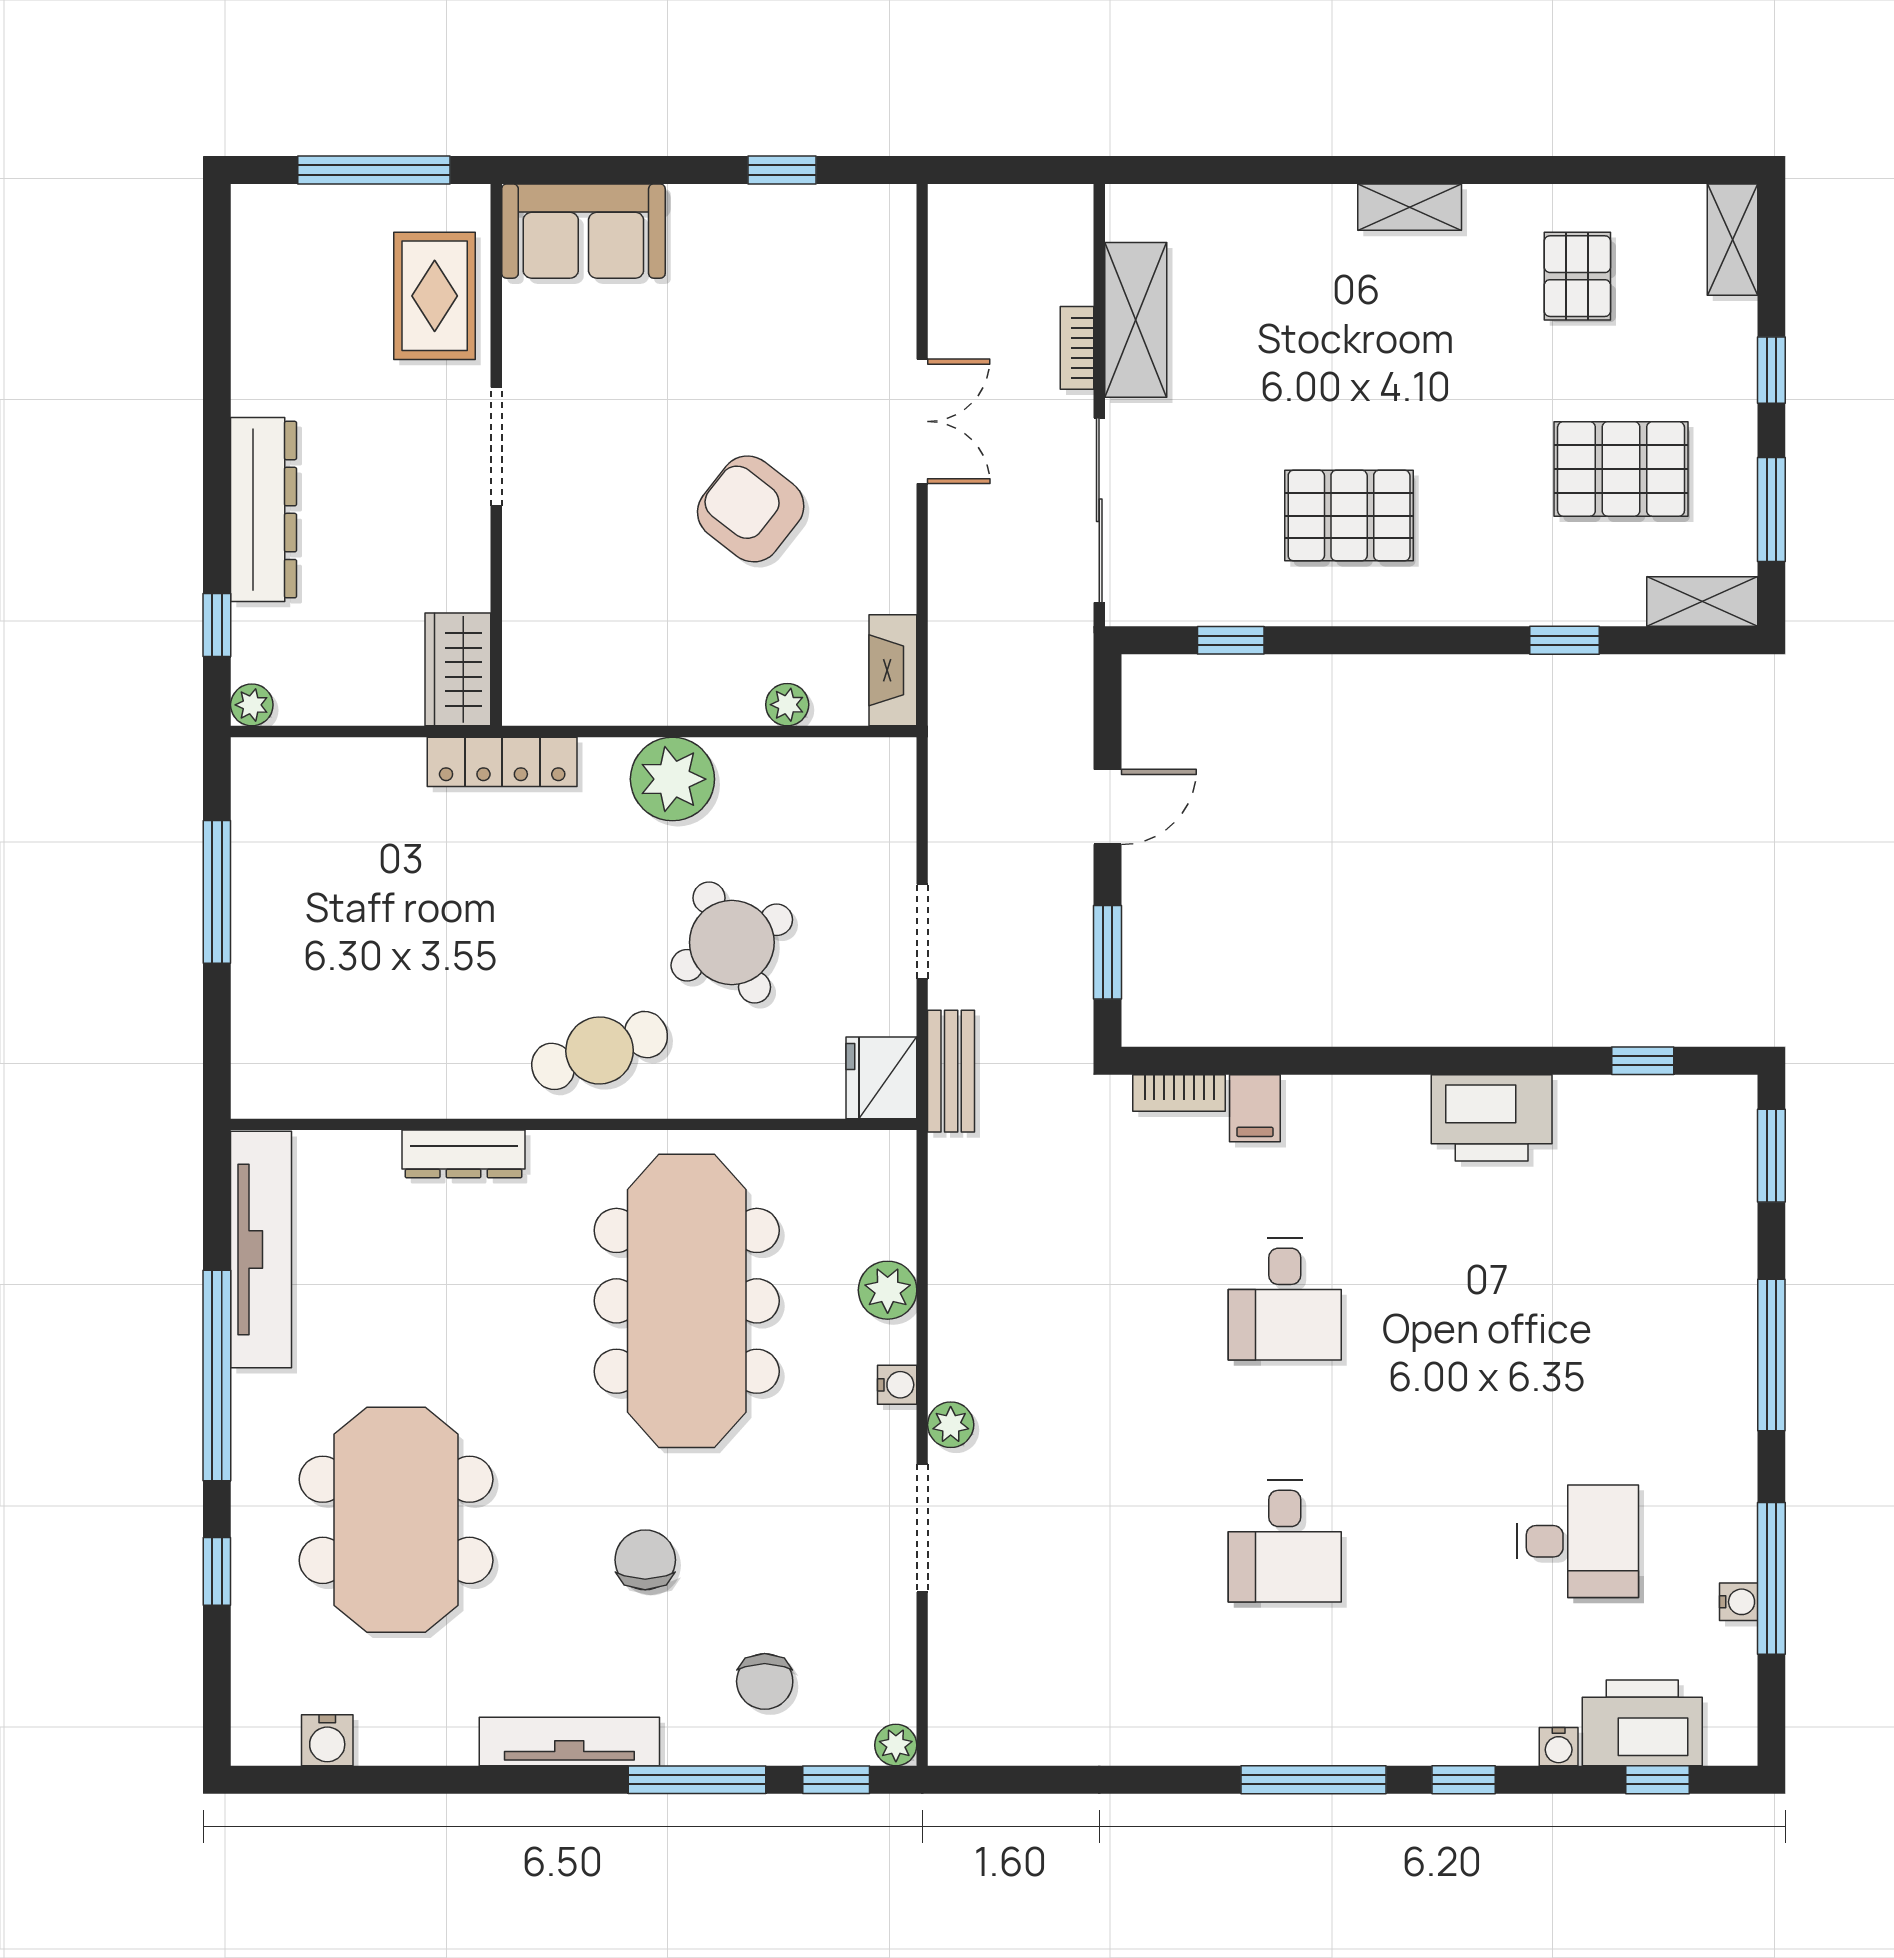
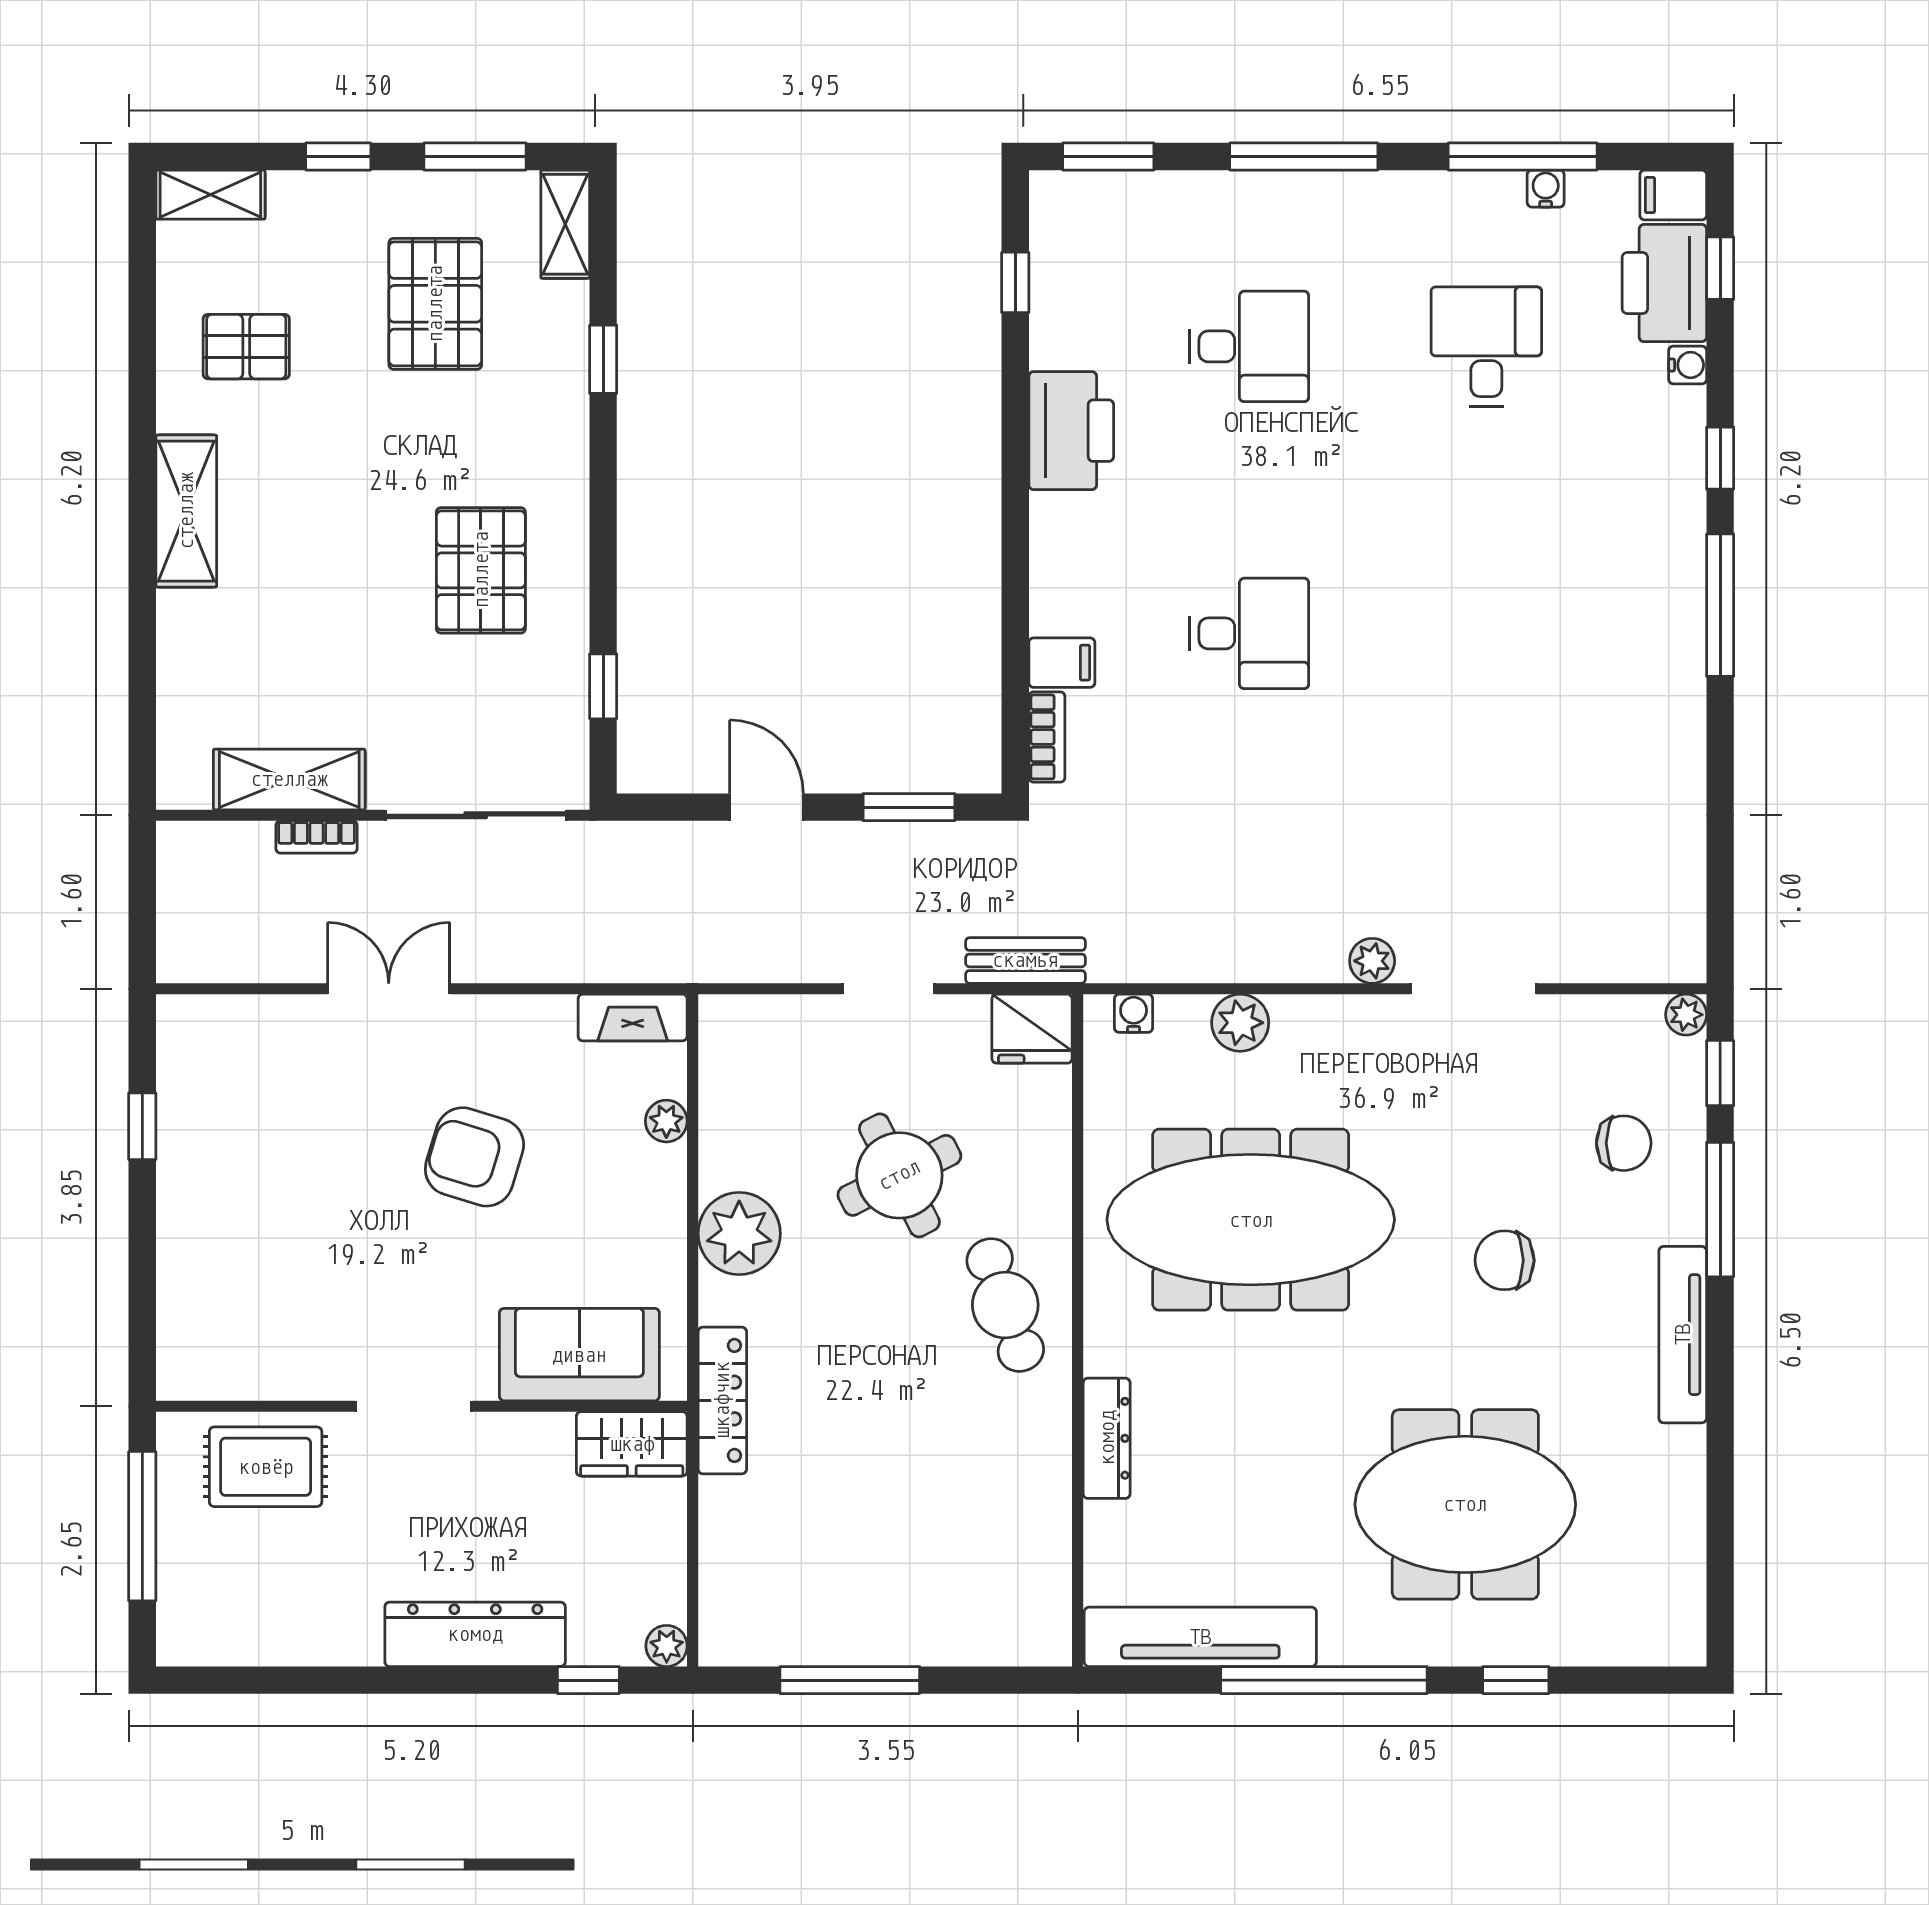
shelving: (1410, 207) -> (186, 511), width x1.50, depth x1.33
sofa: (583, 231) -> (579, 1355), moved, turned -90
armchair: (751, 509) -> (474, 1157), turned 69
water cooler: (897, 1385) -> (1134, 1013), moved
desk: (1285, 1541) -> (1249, 346), moved
filing cabinet: (1732, 1732) -> (1673, 195), added
water cooler: (327, 1740) -> (1681, 1572), removed

